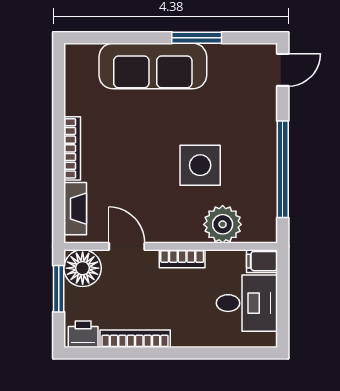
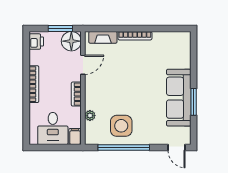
sofa: (153, 66) -> (179, 98), moved
side table: (200, 165) -> (121, 126), moved
plant: (223, 224) -> (90, 116), width x0.53, depth x0.53
bookcase: (135, 339) -> (34, 84), moved

